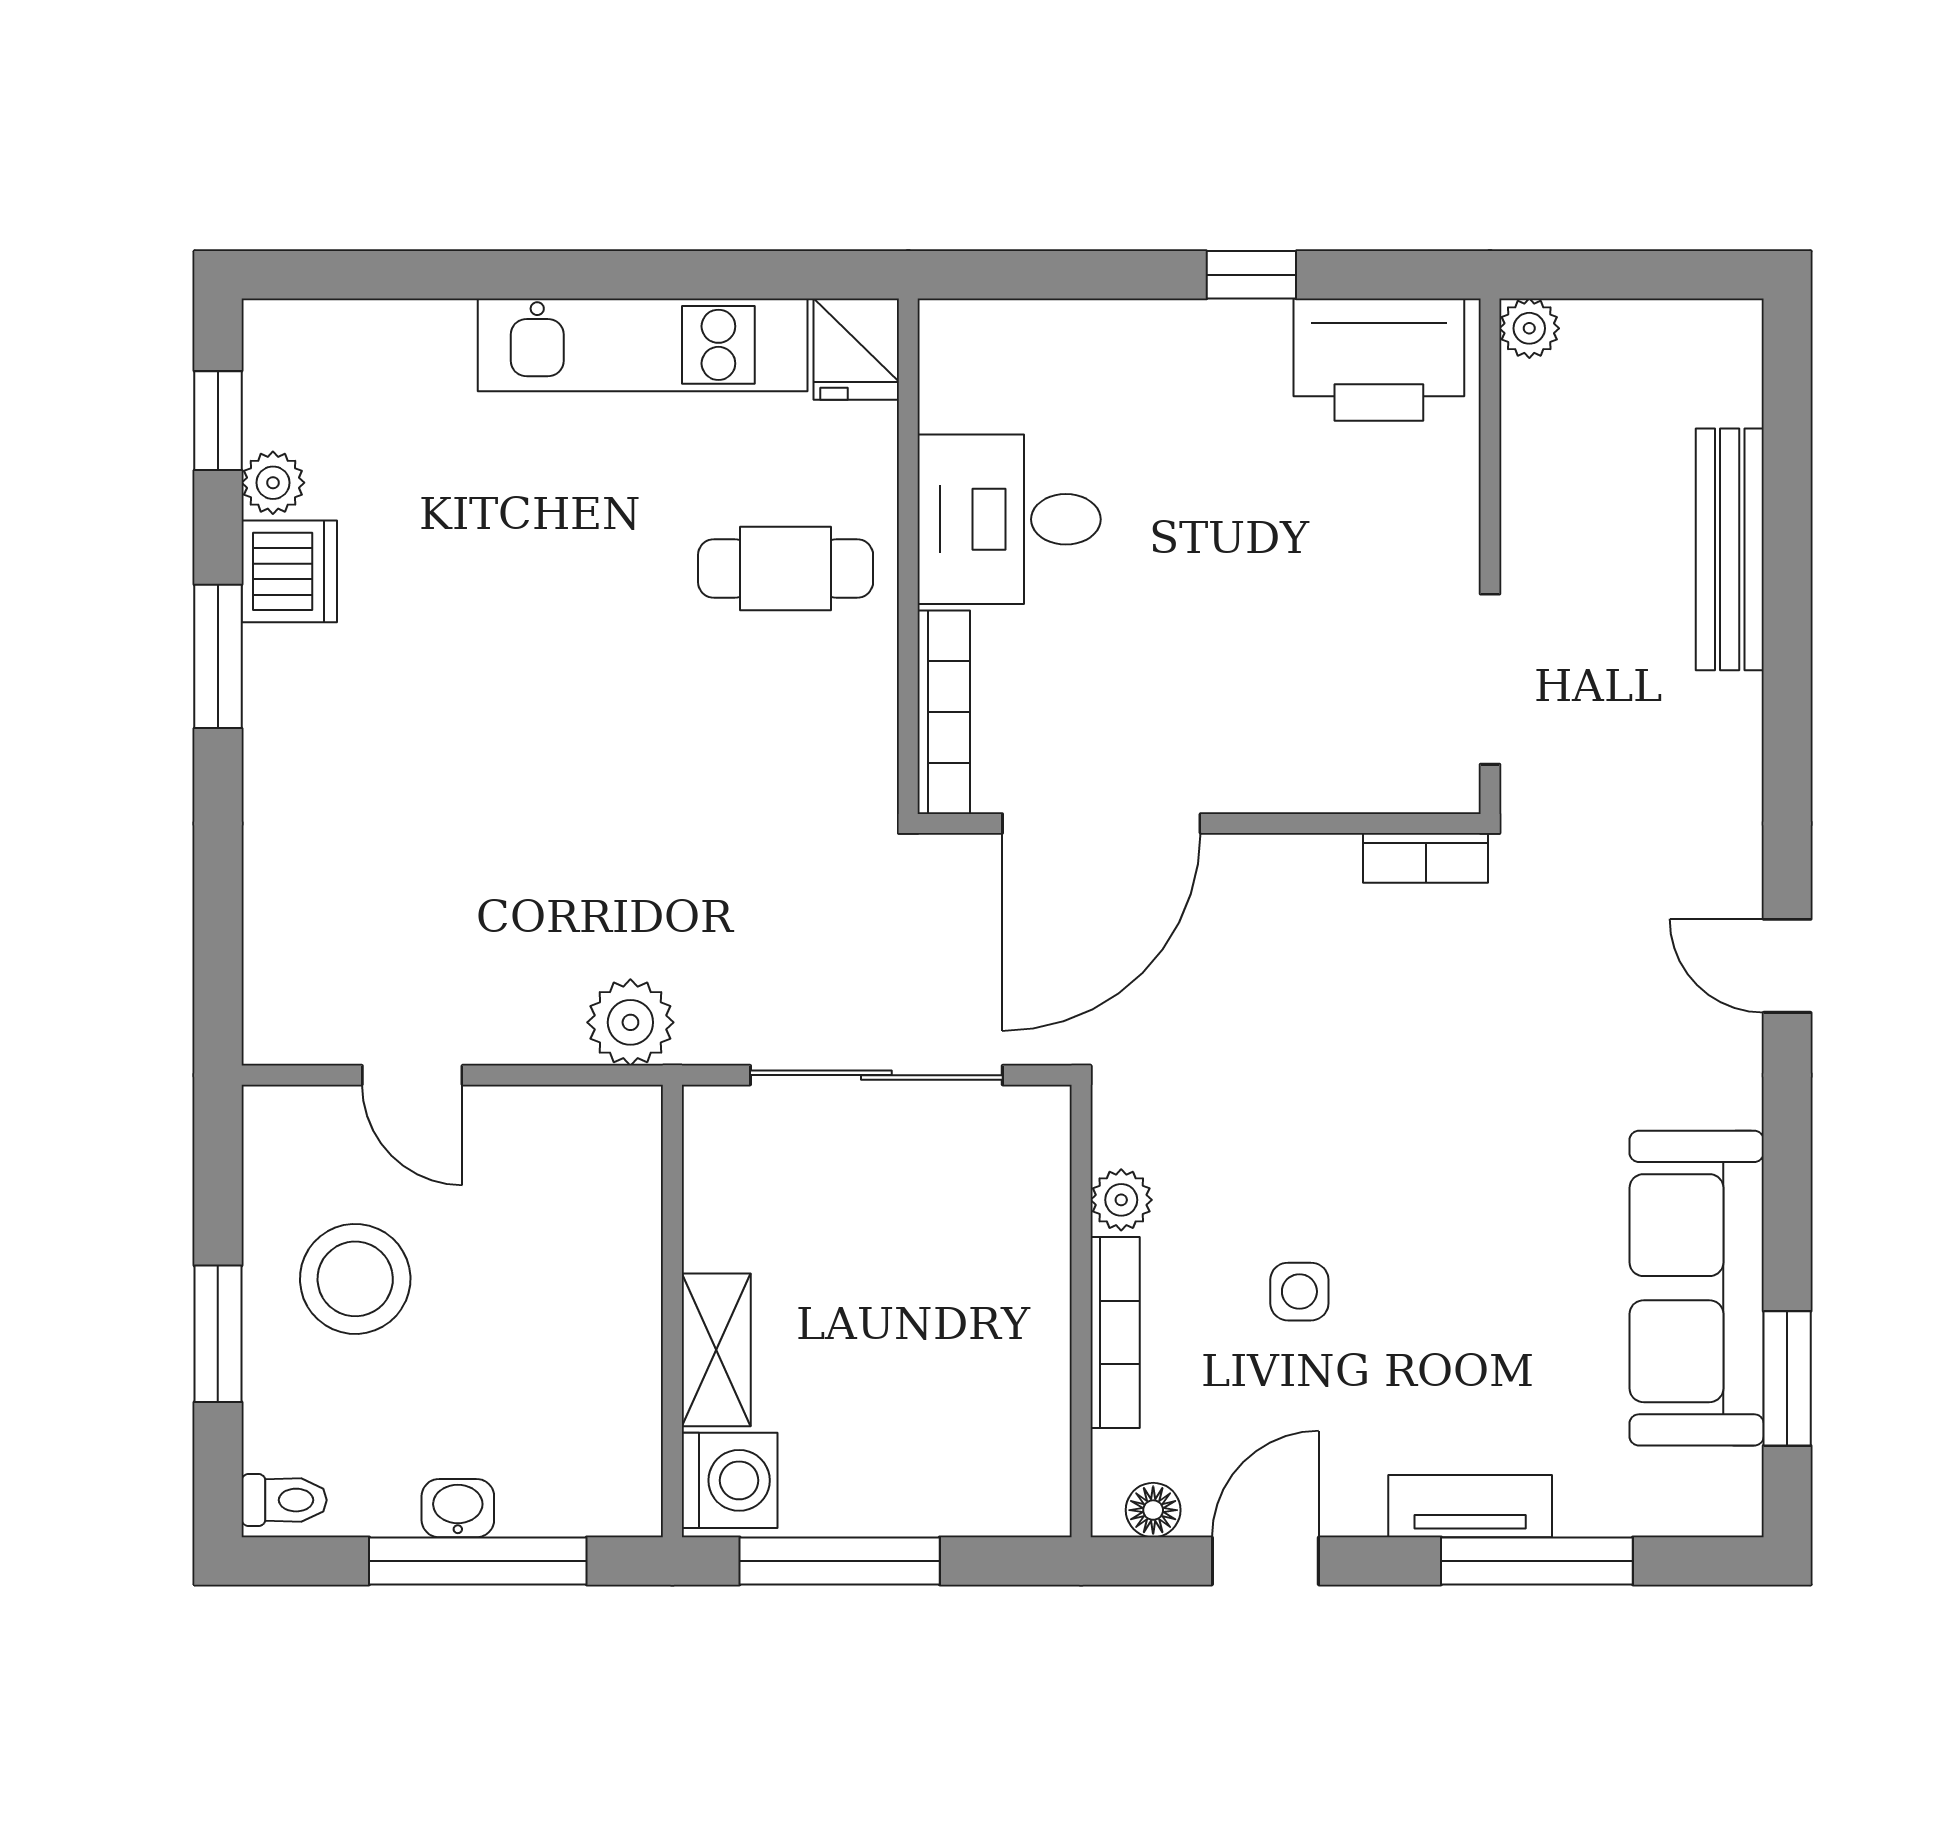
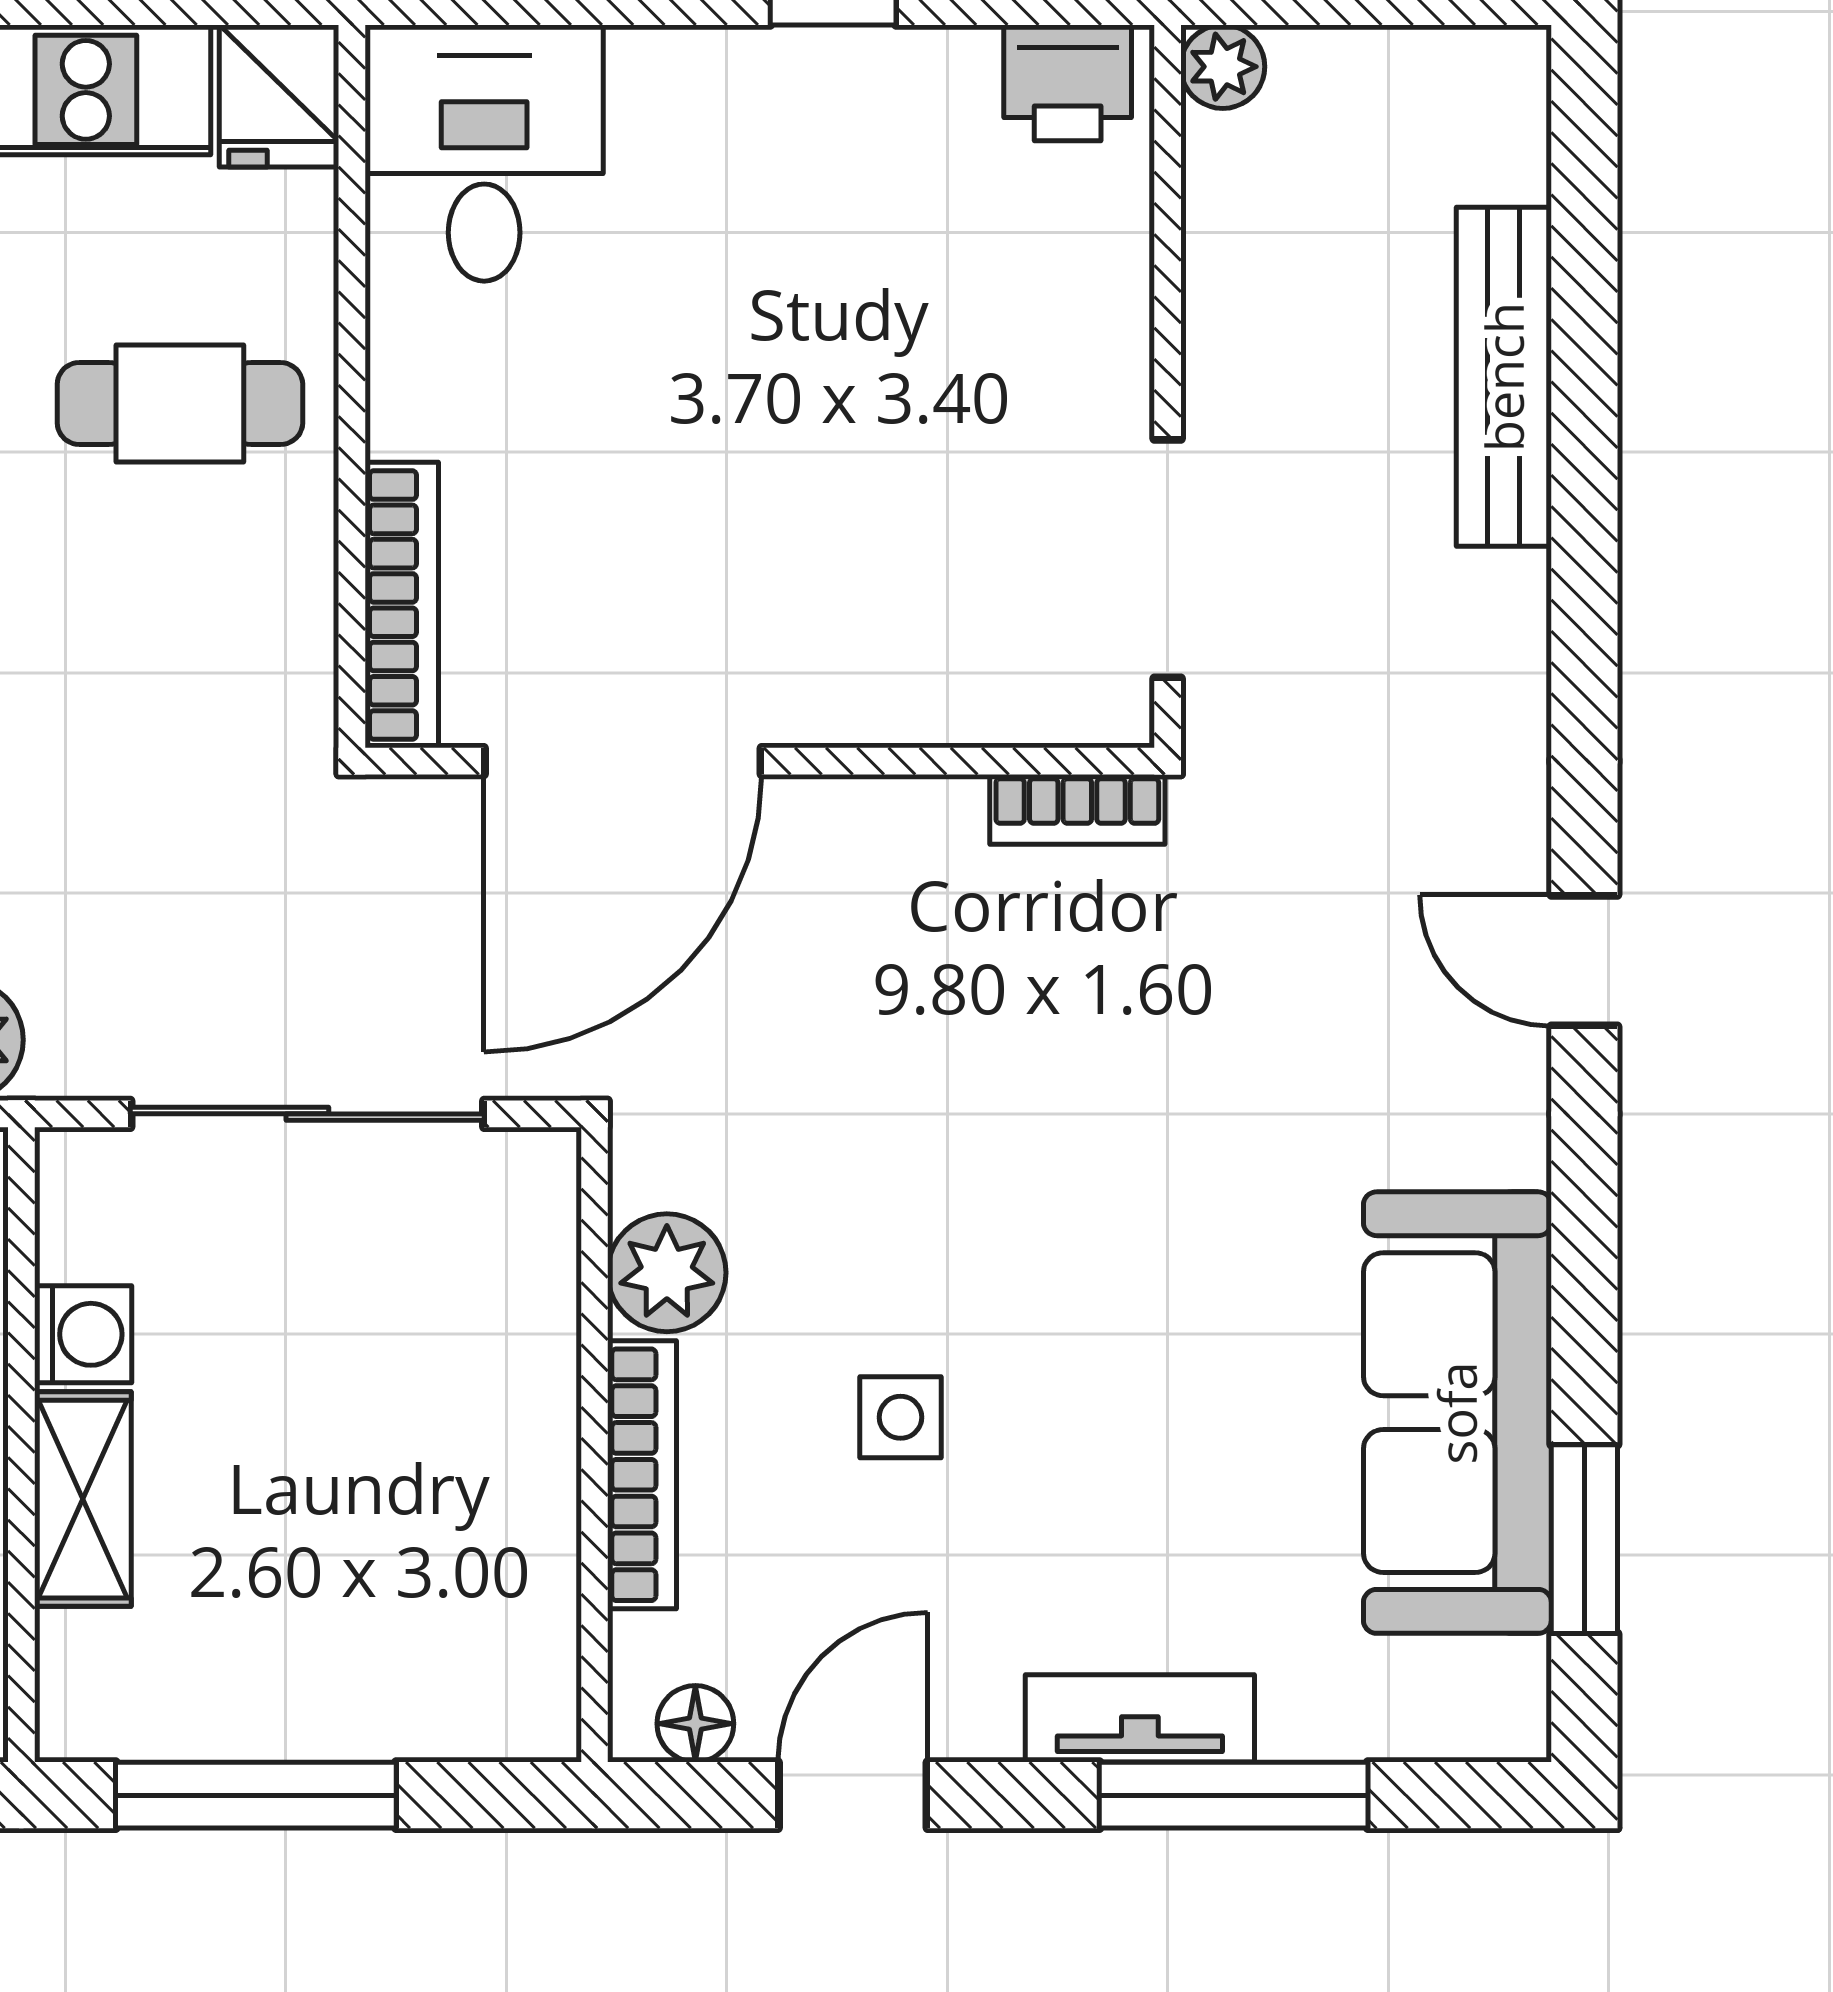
printer: (1379, 360) -> (1068, 83), width x0.53, depth x0.68
desk: (1009, 519) -> (484, 153), moved, turned 90
plant: (1121, 1200) -> (667, 1273), width x1.38, depth x1.38
washing machine: (730, 1480) -> (83, 1334), moved, width x0.73, depth x0.73

